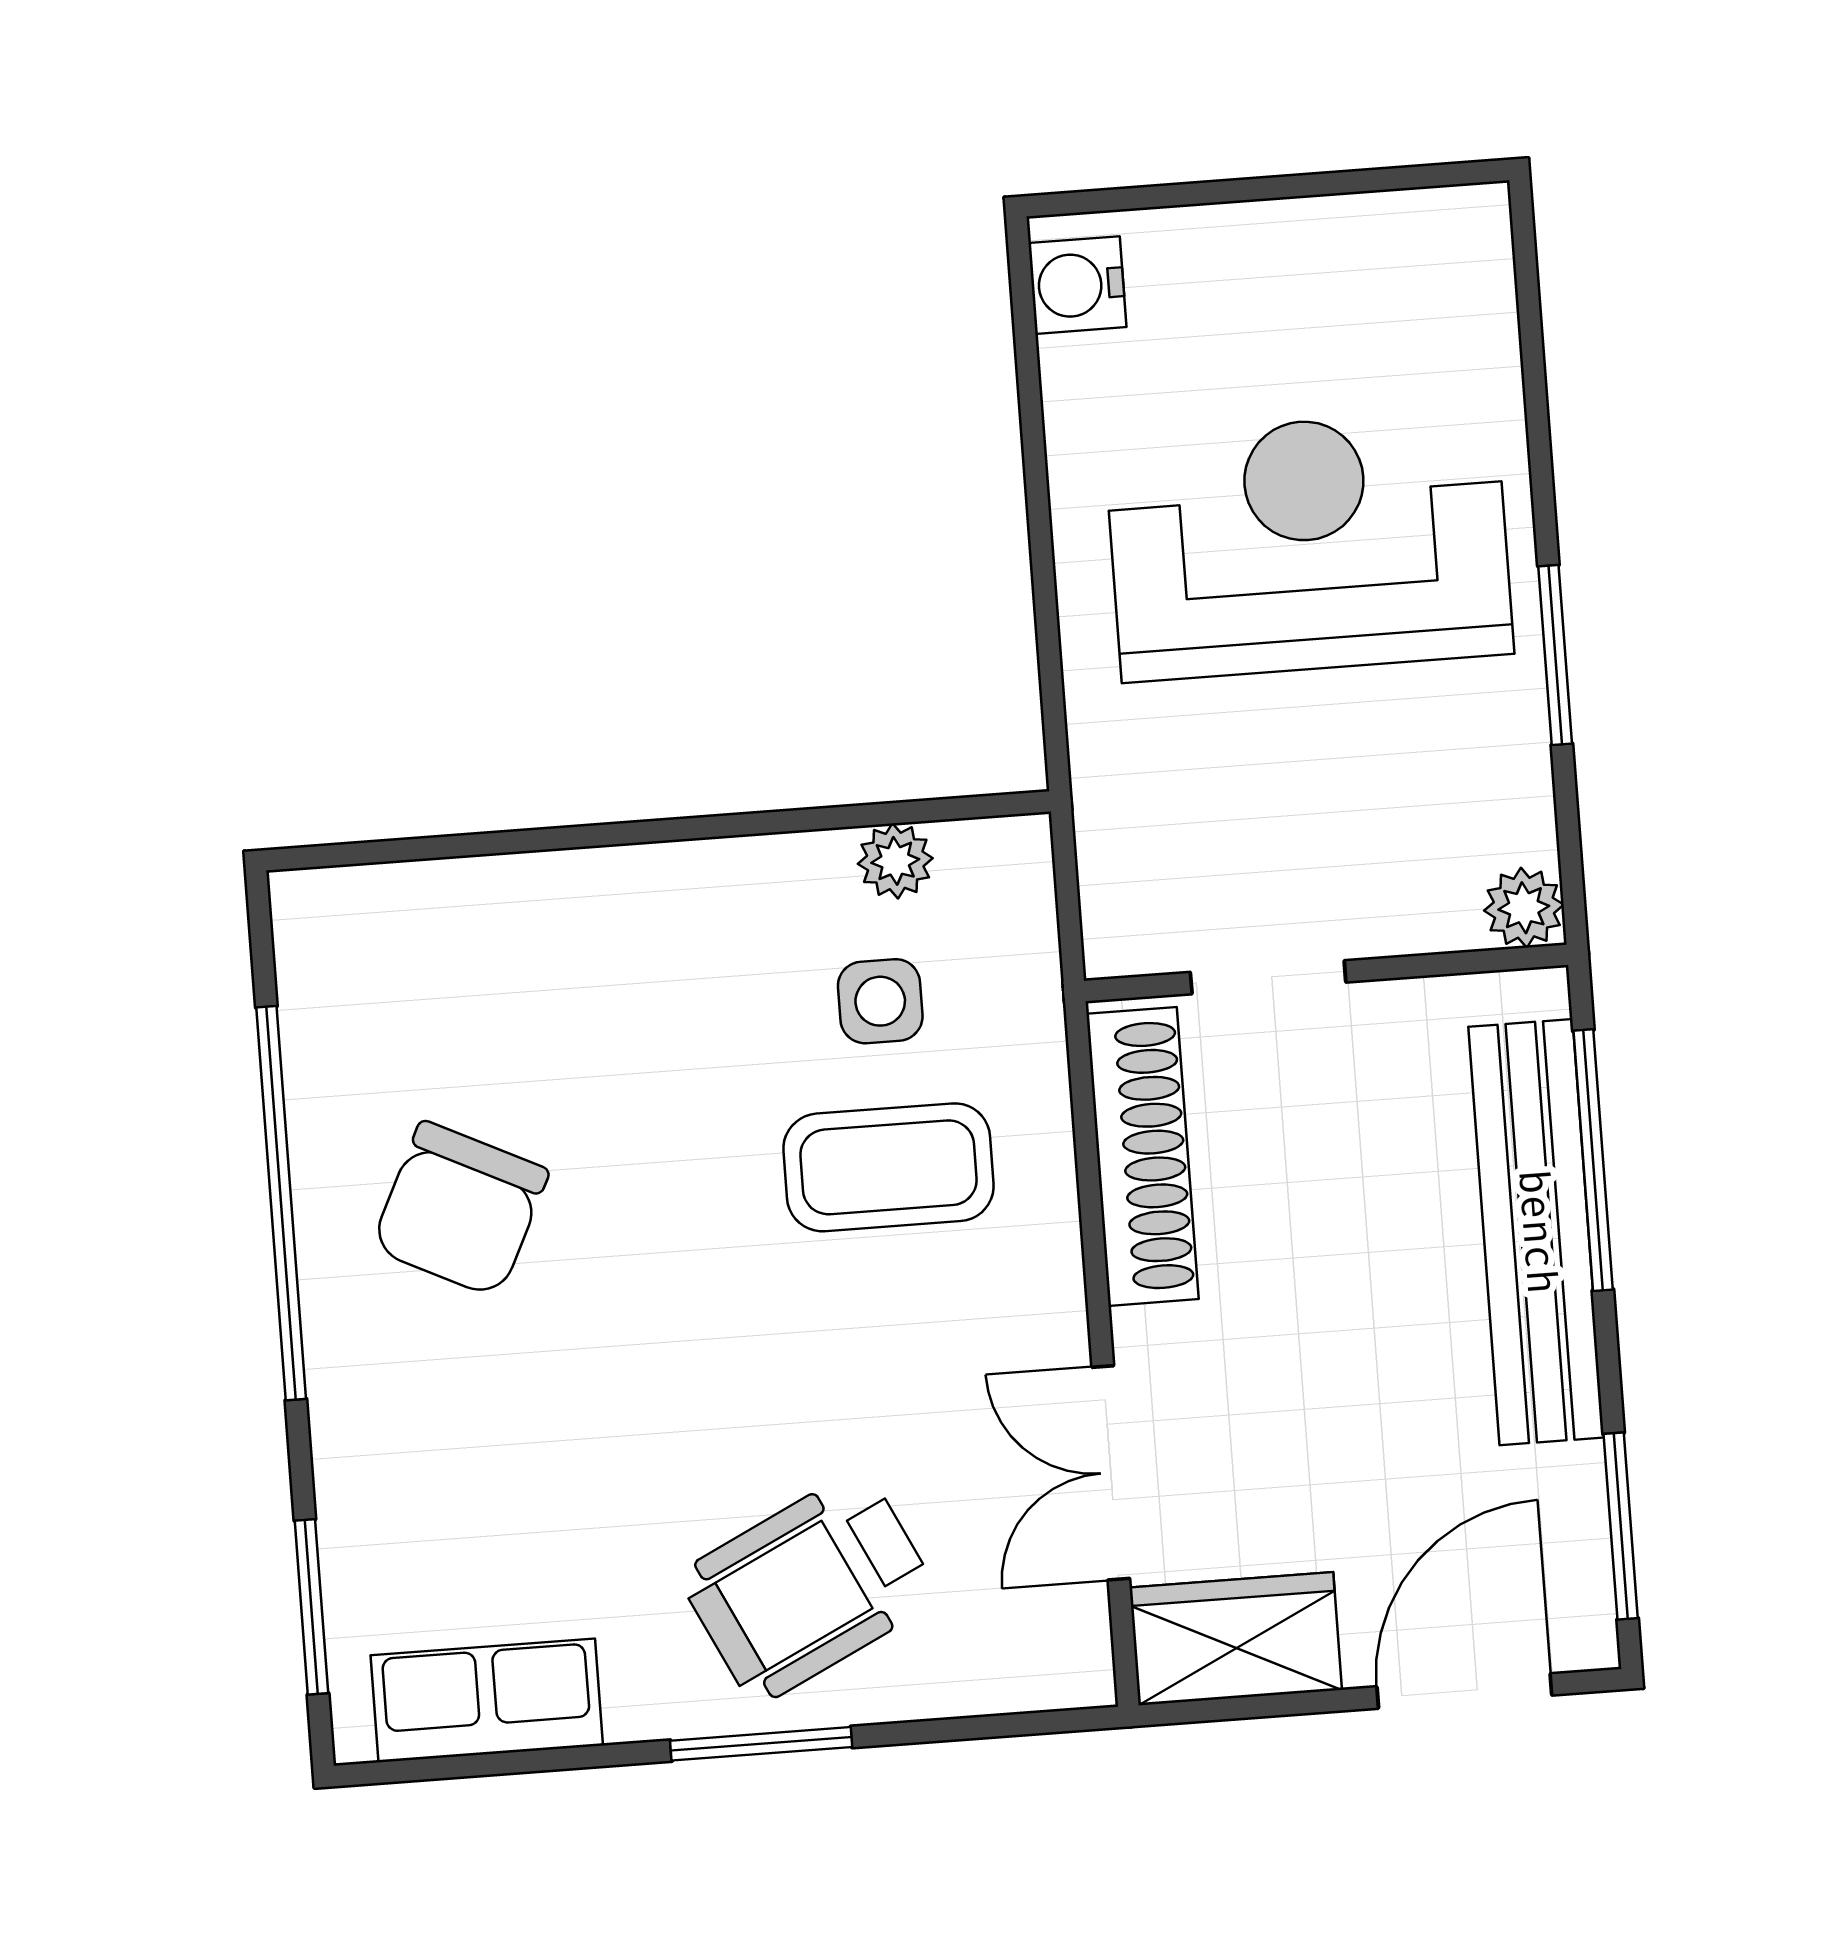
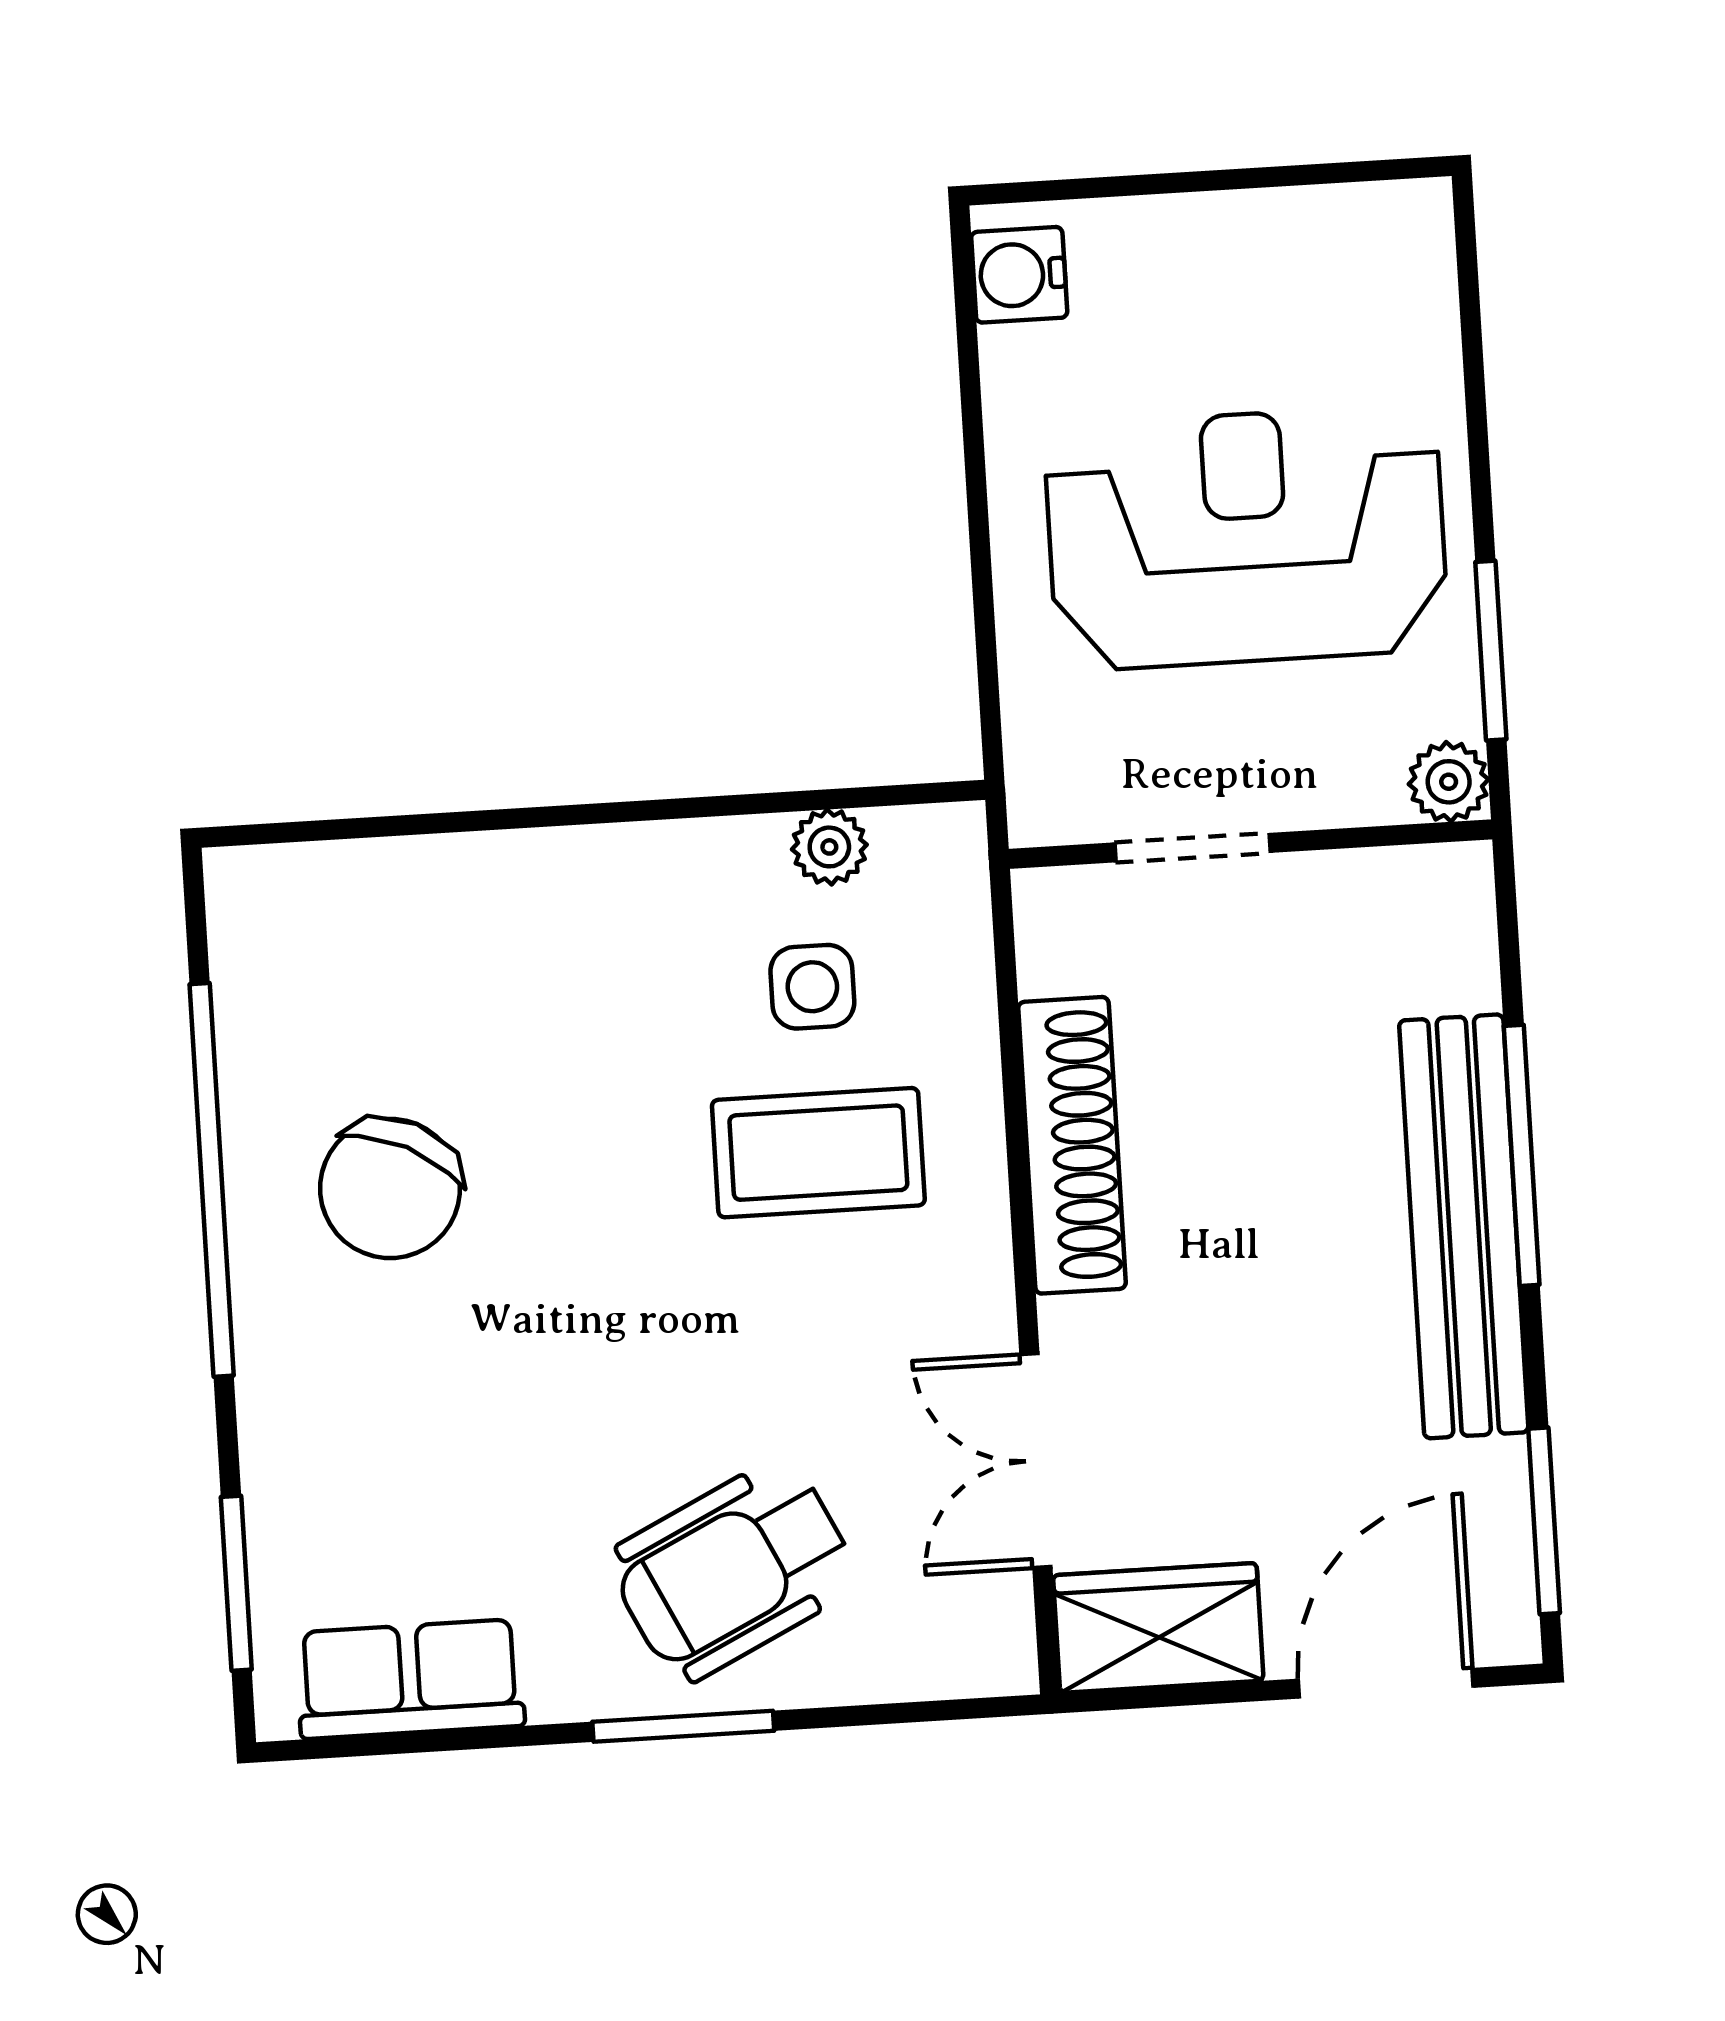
plant: (1524, 908) -> (1449, 782), moved
wall: (1326, 973) -> (1250, 844), moved
doorway: (1268, 977) -> (1192, 848), moved

